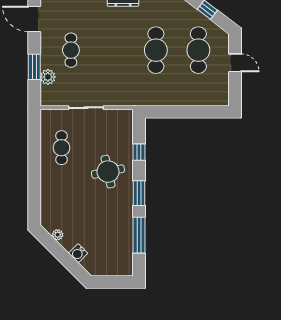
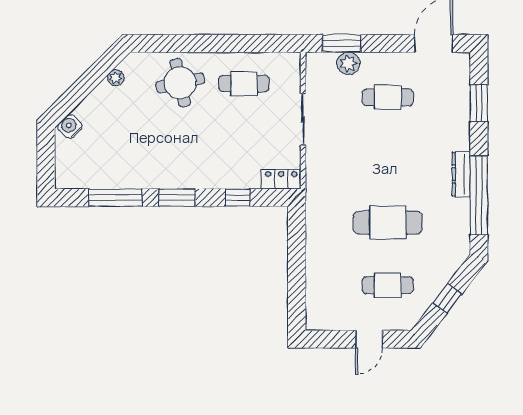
cafe table: (198, 50) -> (388, 285), width x0.73, depth x0.74
window: (34, 67) -> (341, 43), moved
locker: (126, 122) -> (281, 179), added
round table: (108, 172) -> (180, 83), moved
water cooler: (78, 253) -> (70, 127), moved

